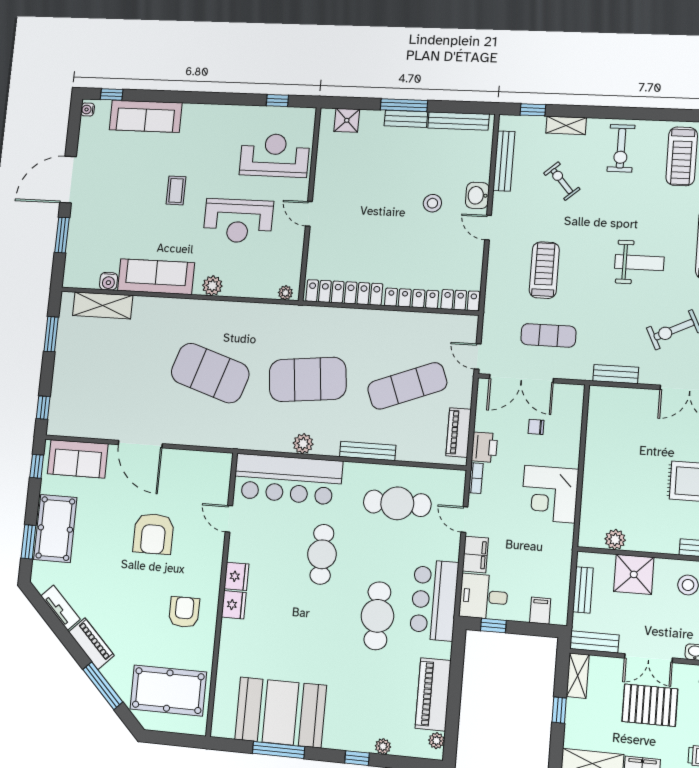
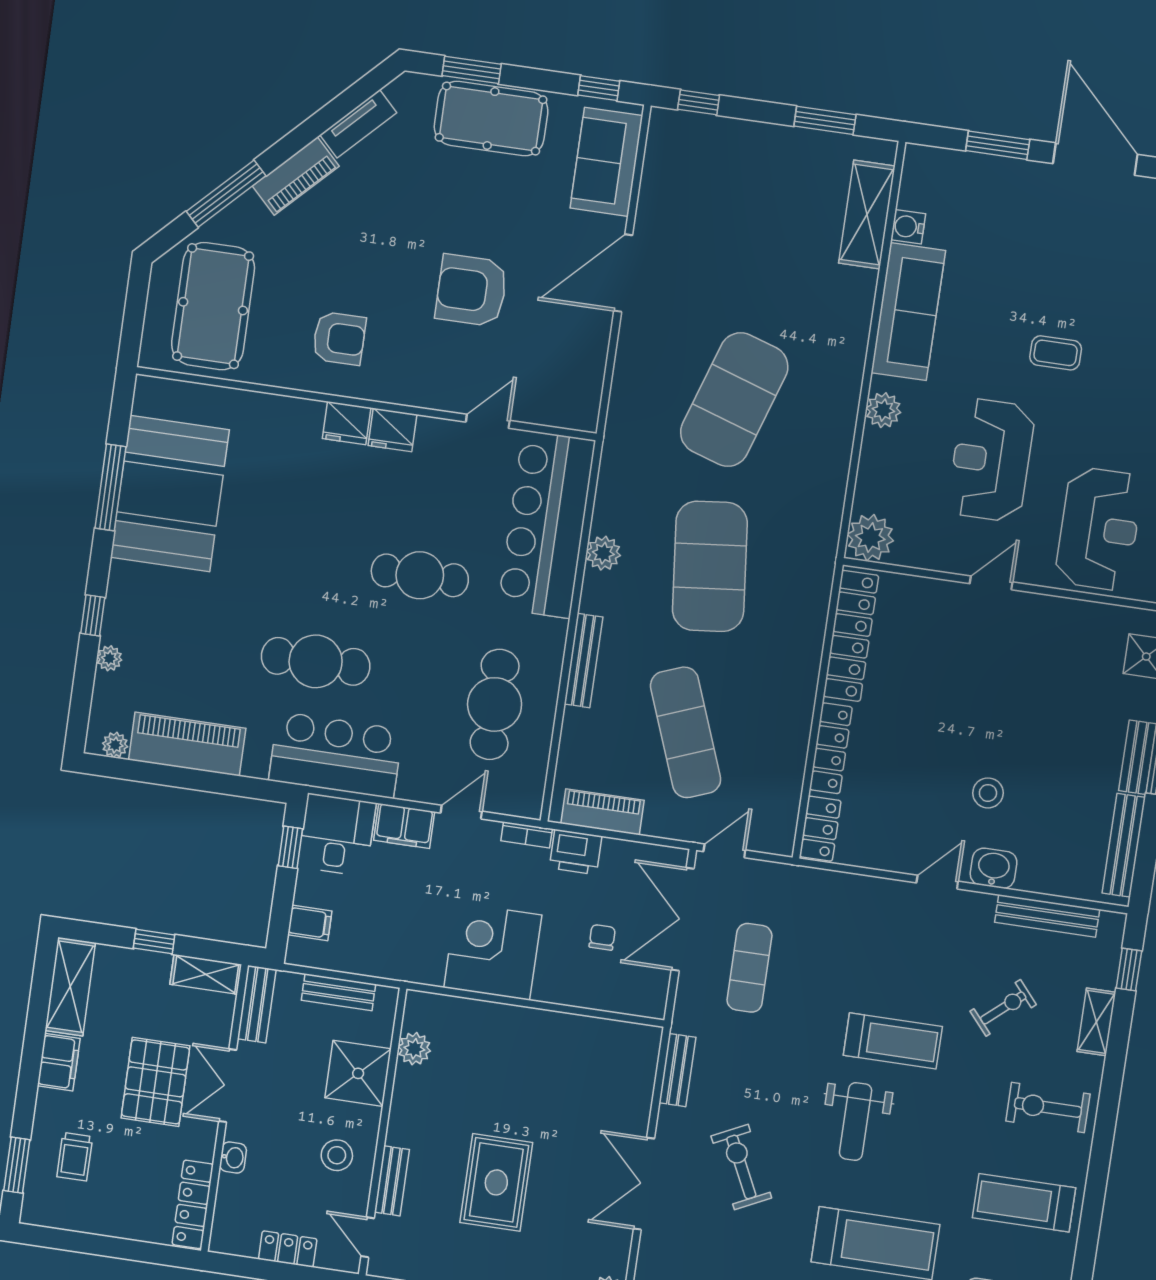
treadmill: (544, 270) -> (893, 1041), moved
plant: (285, 293) -> (870, 538), width x1.87, depth x1.87

